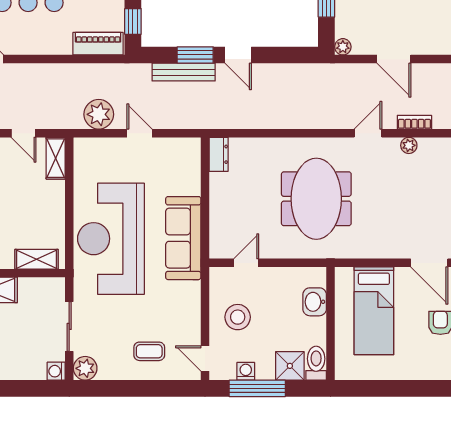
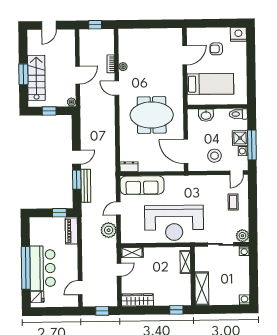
sofa: (183, 238) -> (142, 185), moved
door: (246, 263) -> (186, 151), width x1.87
shower: (290, 366) -> (240, 138), moved

